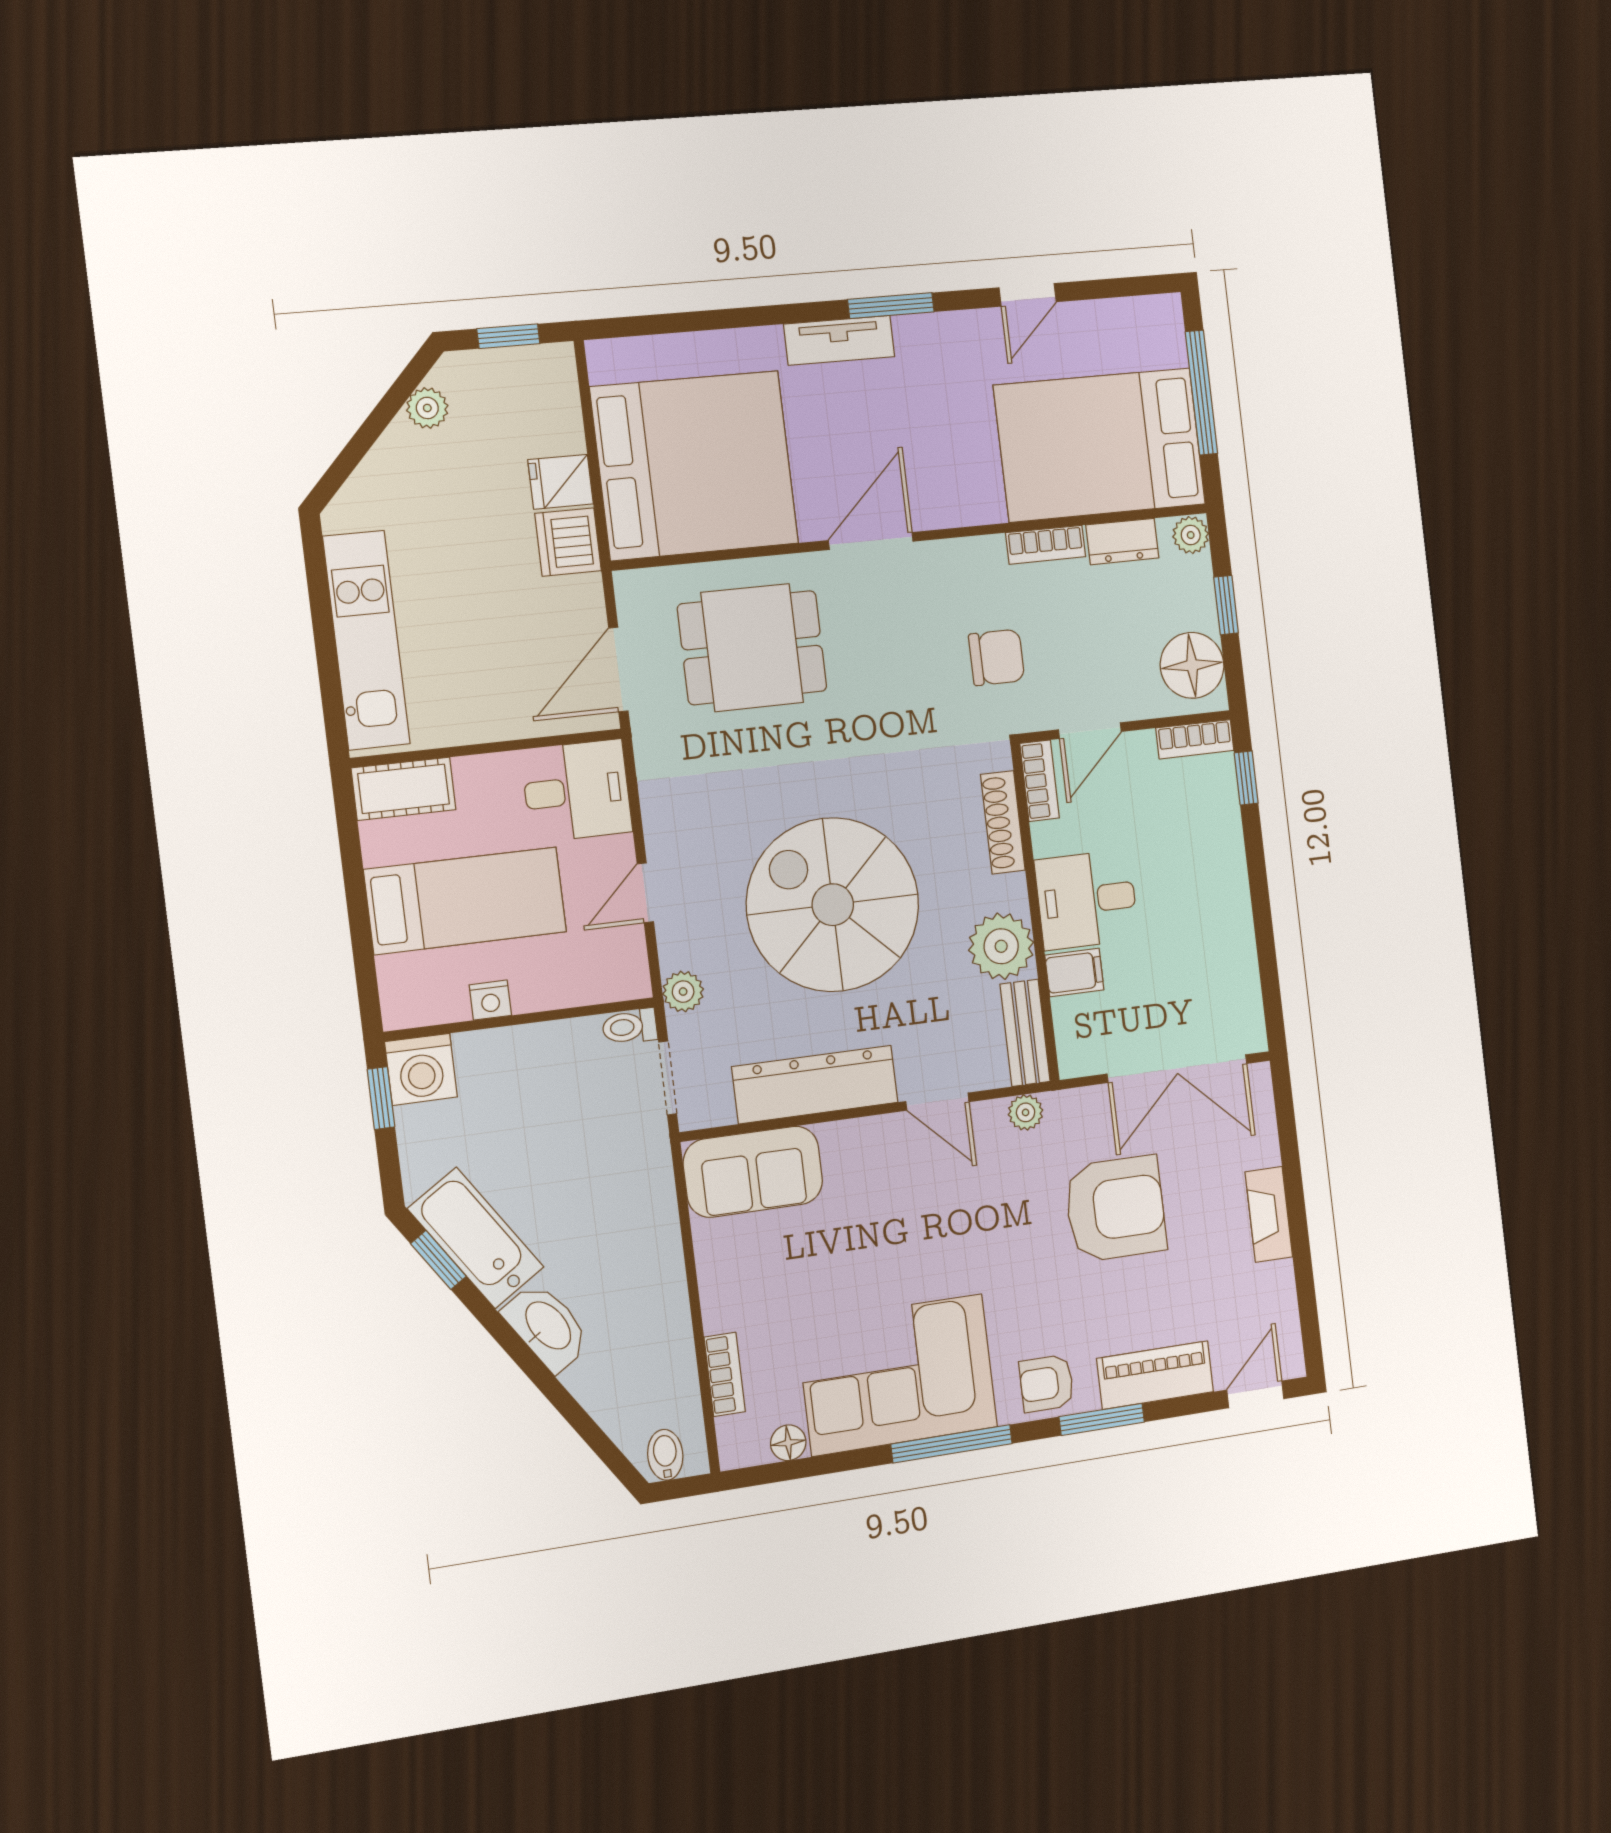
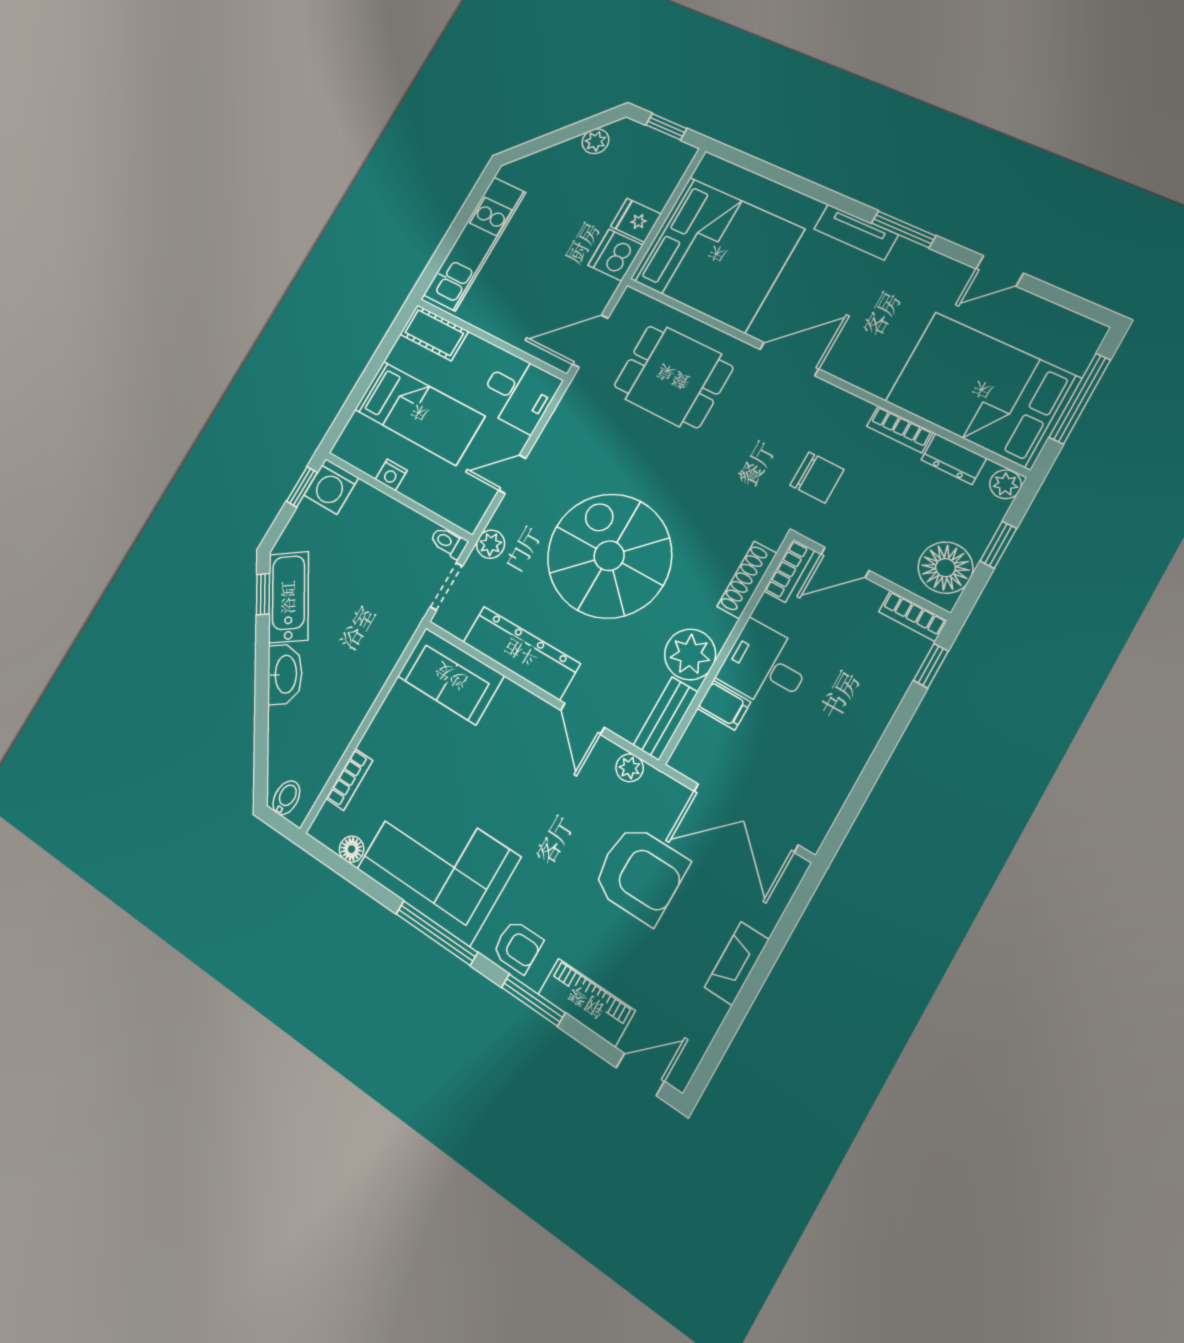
armchair: (1047, 1383) -> (518, 947), turned 180

